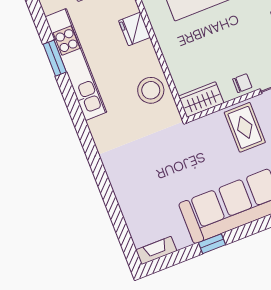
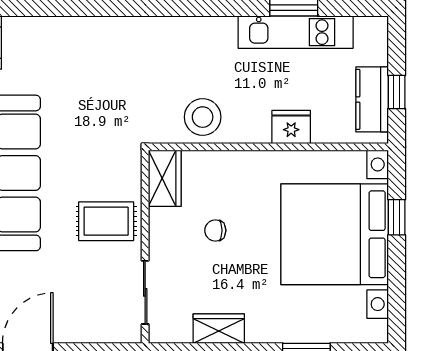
kitchen unit: (76, 64) -> (296, 32), width x0.73
chair: (242, 83) -> (215, 230), moved, turned 90

